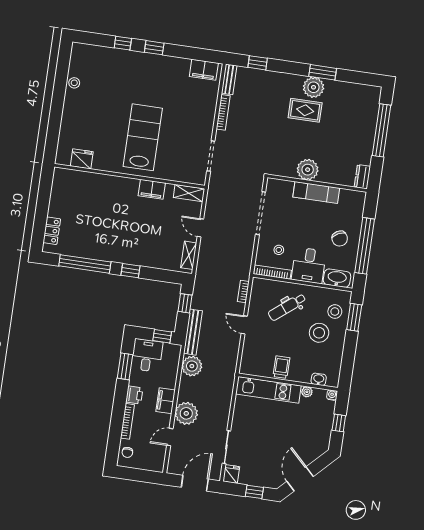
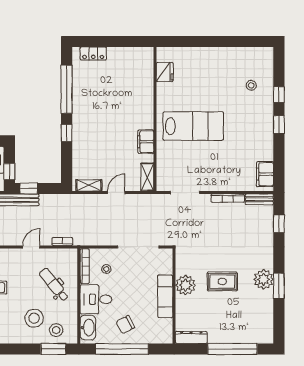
stool: (74, 83) -> (251, 85), moved
rug: (305, 110) -> (222, 281), moved, turned 90
dresser: (362, 177) -> (191, 337), width x1.44
window: (185, 303) -> (29, 188), moved

